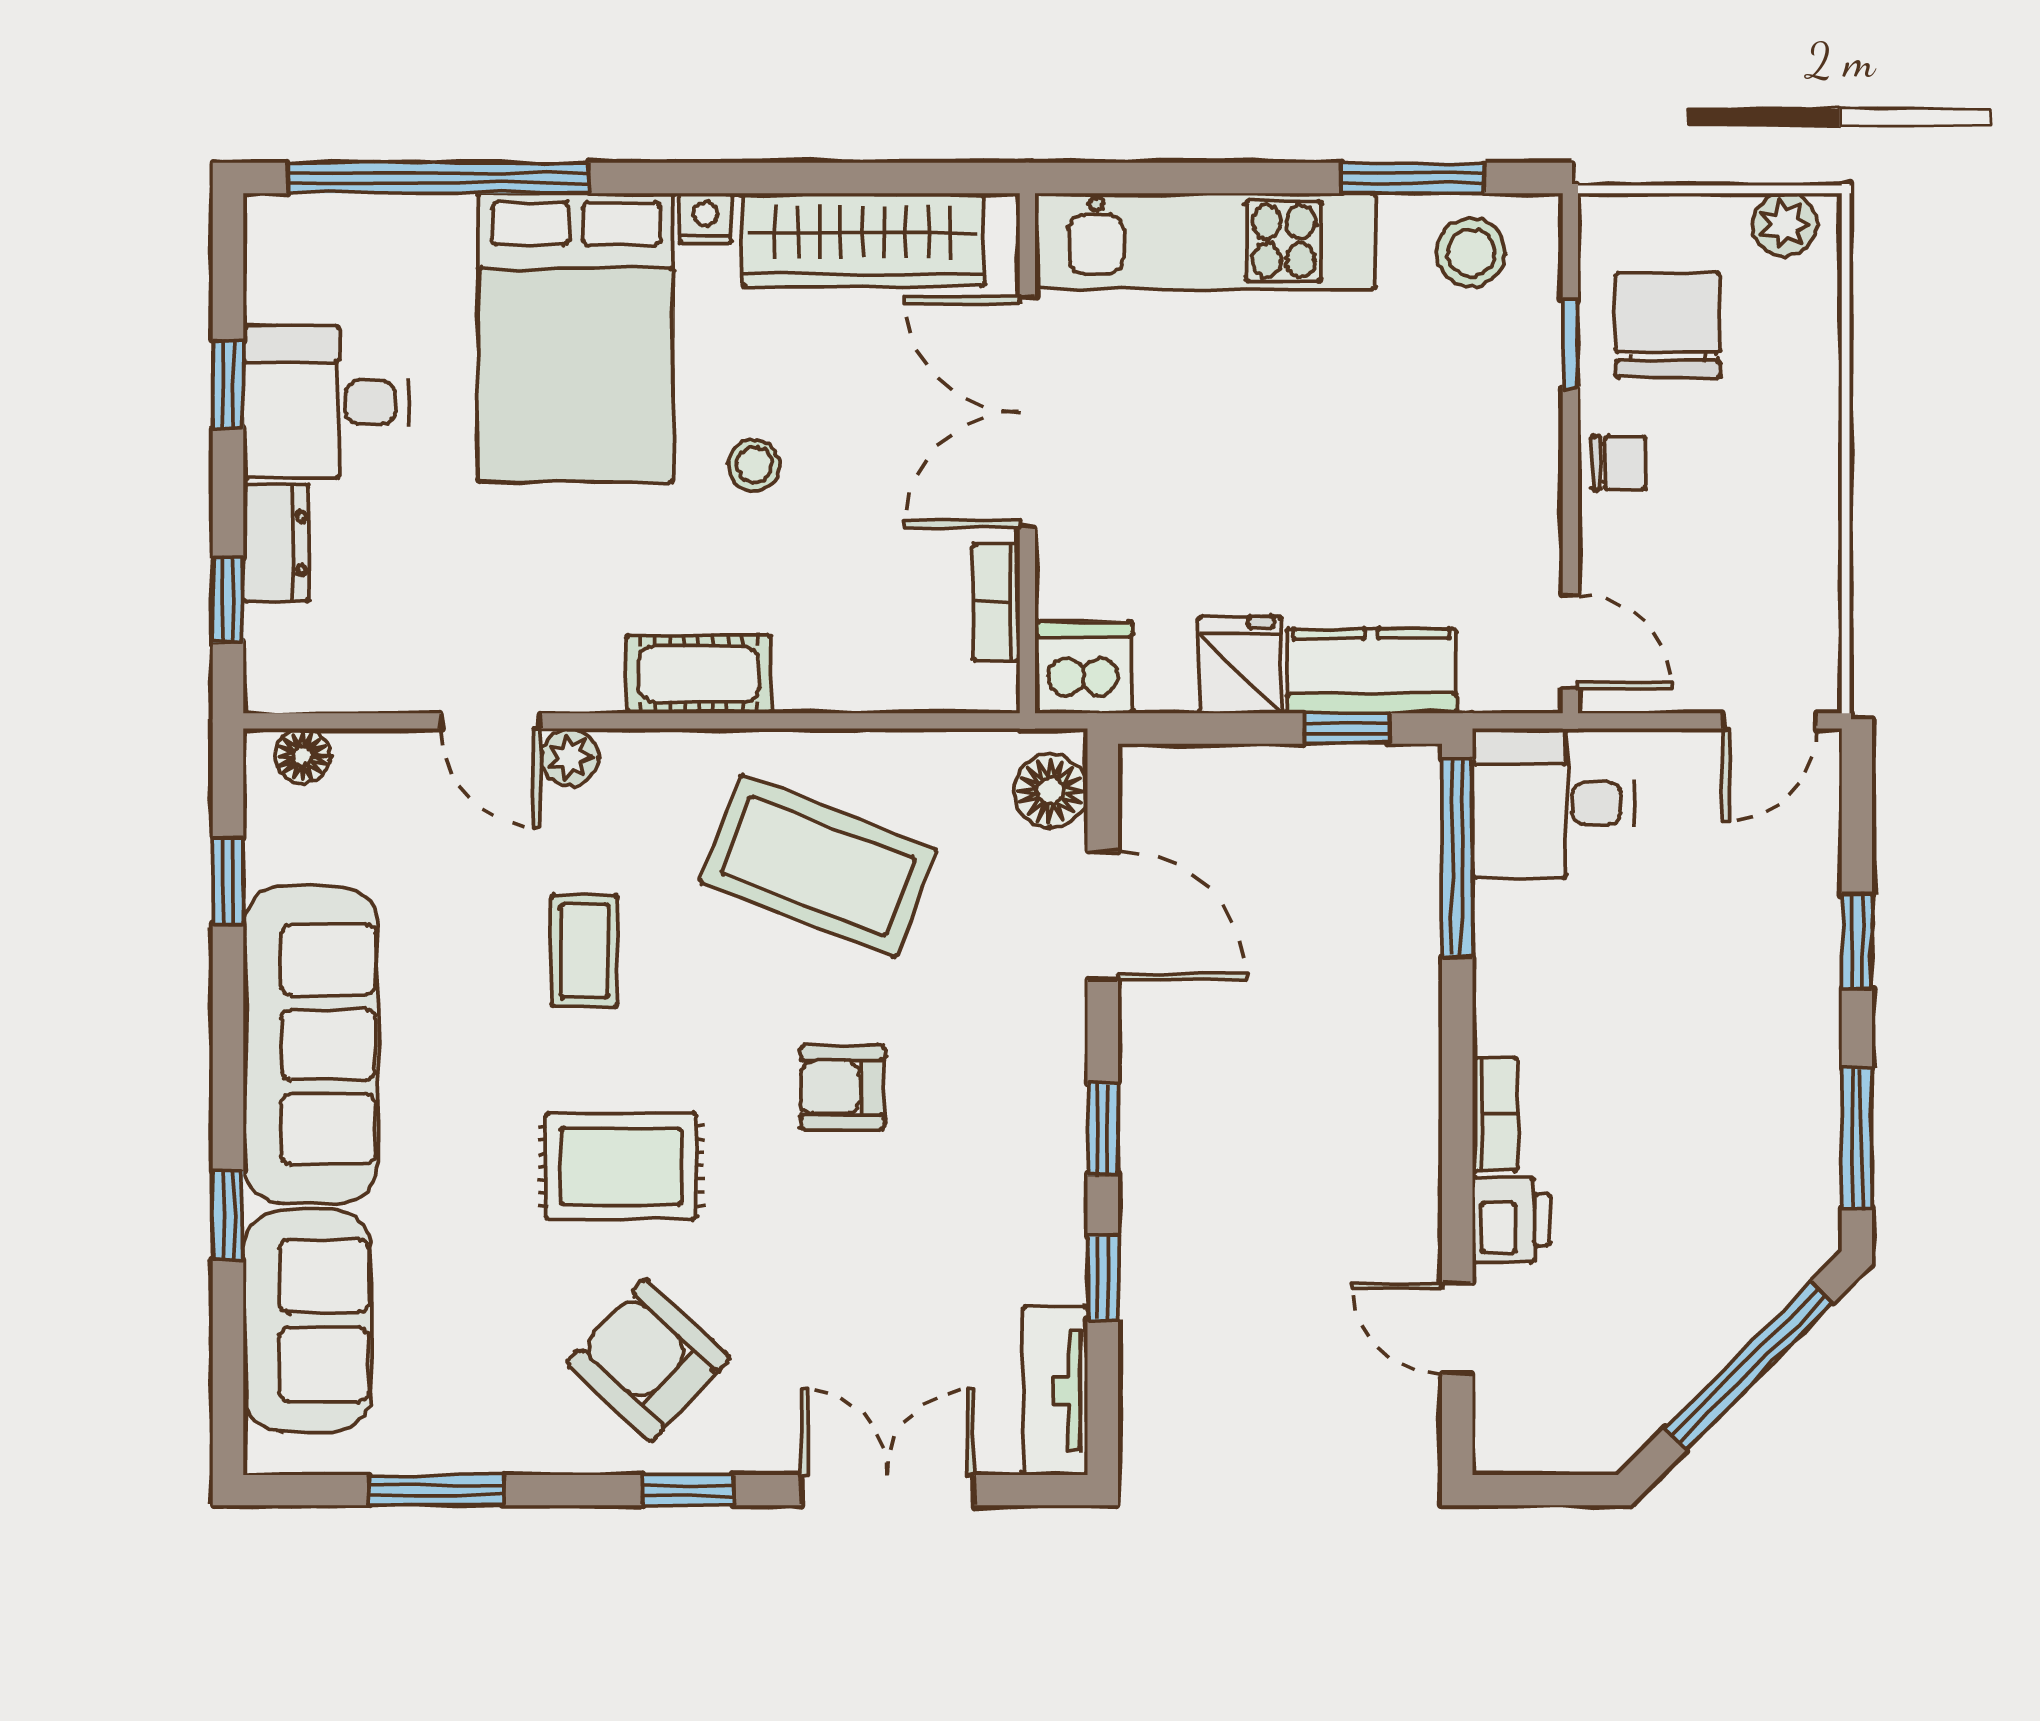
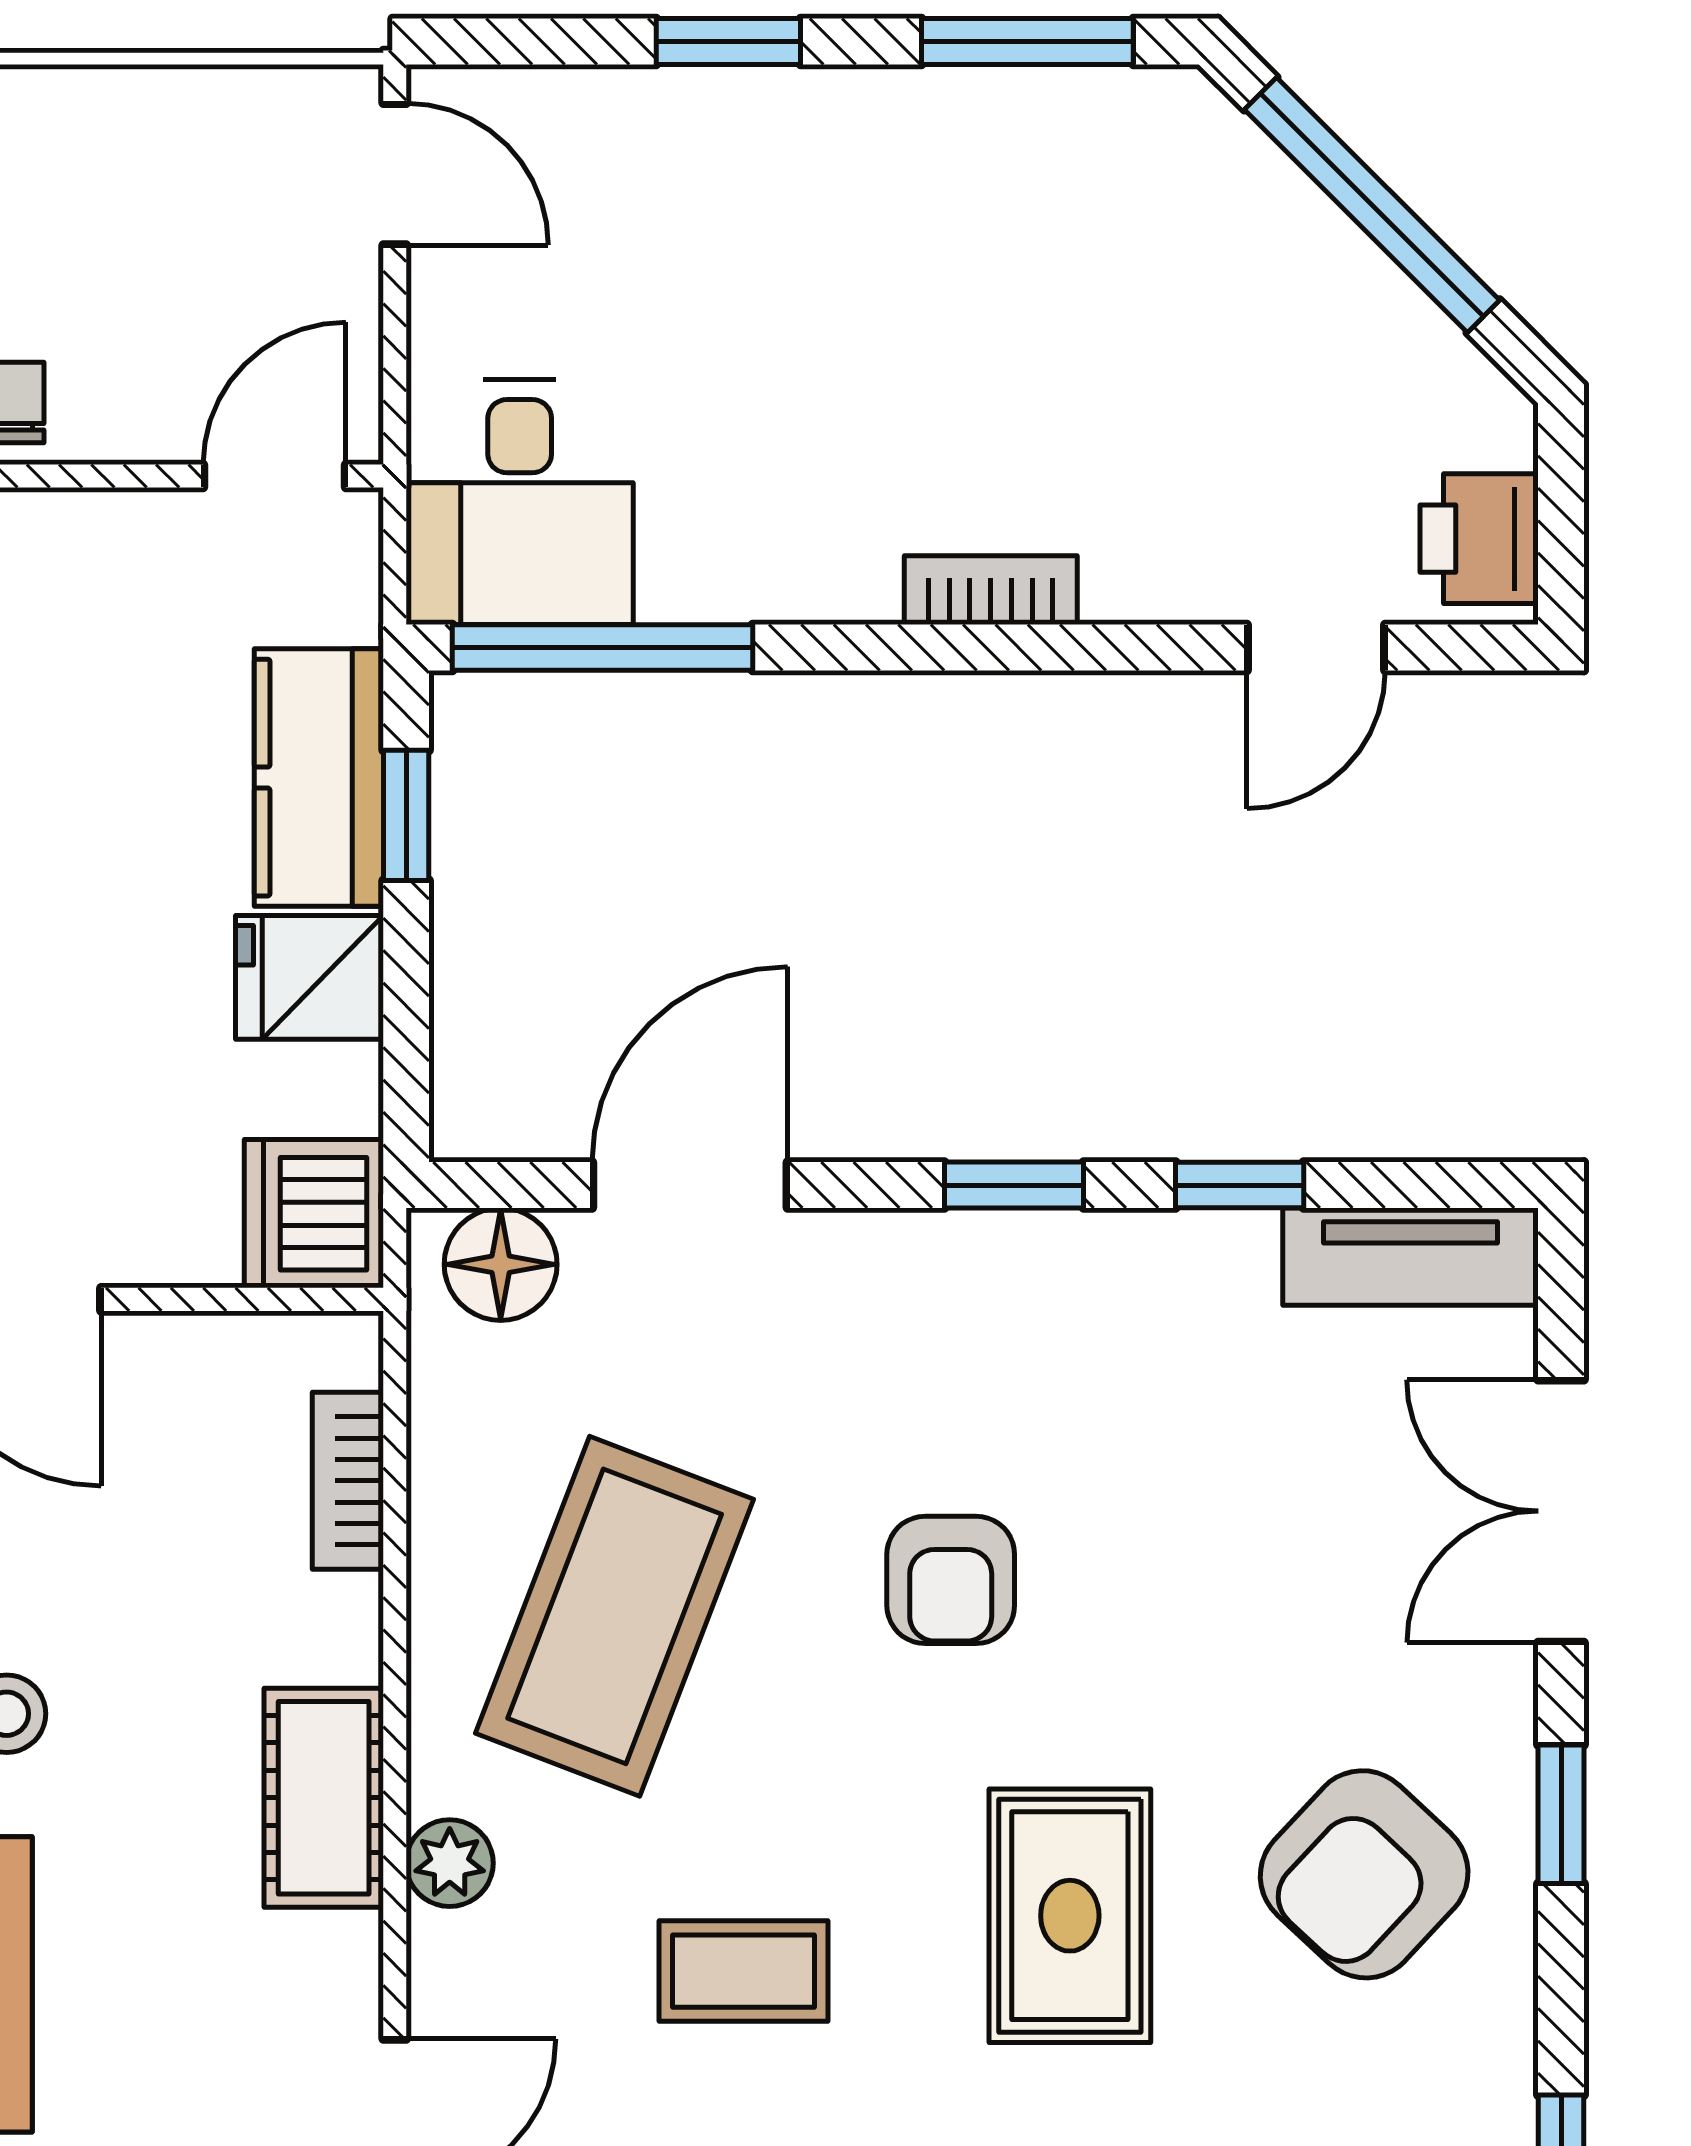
bookcase: (996, 602) -> (348, 1481), moved, turned 90
plant: (570, 757) -> (450, 1863), moved
printer: (1511, 1220) -> (1479, 539), moved, turned -90

